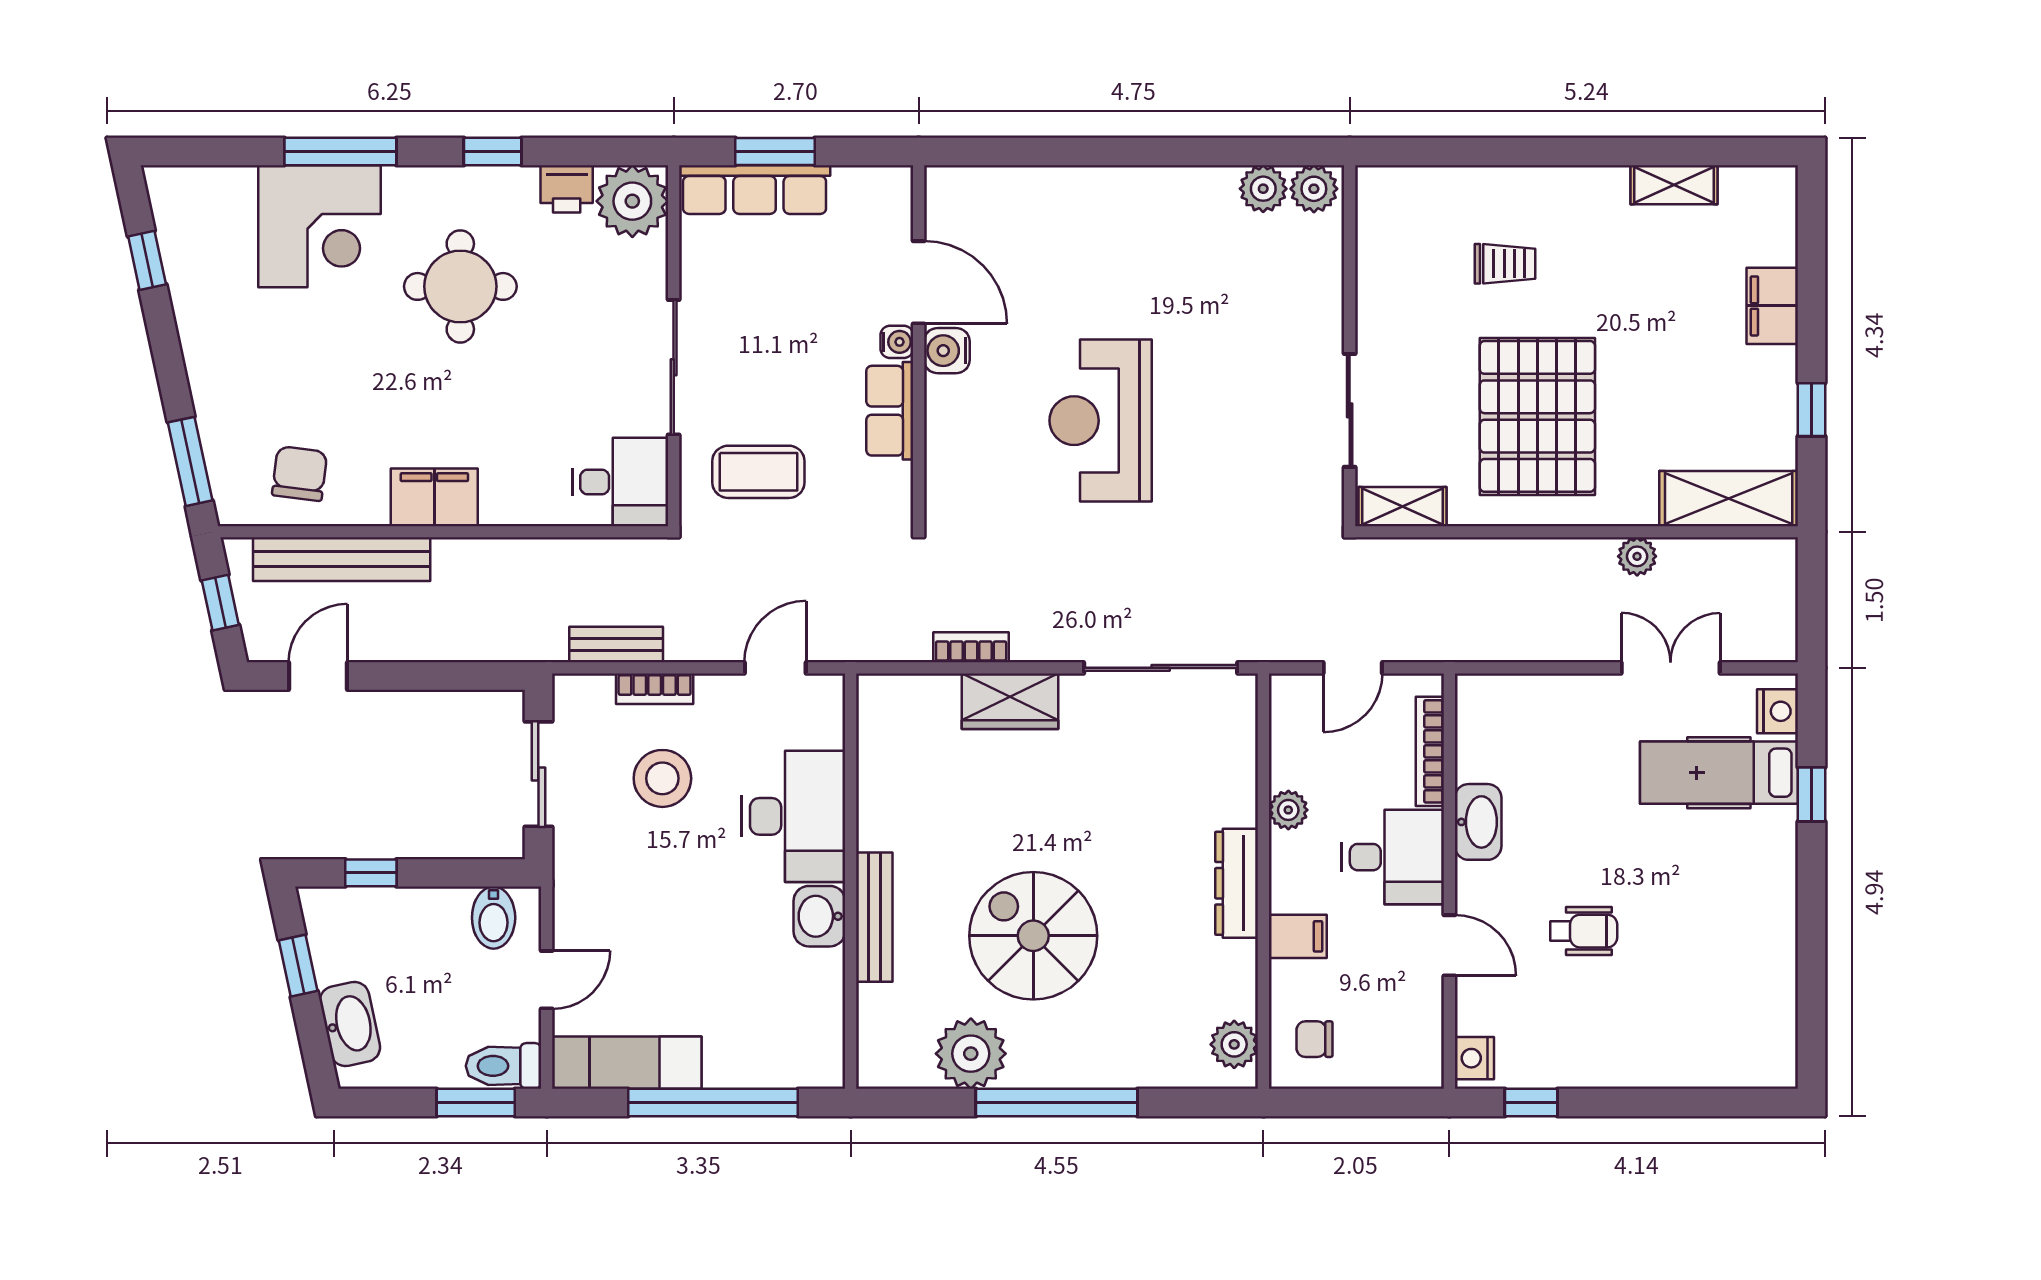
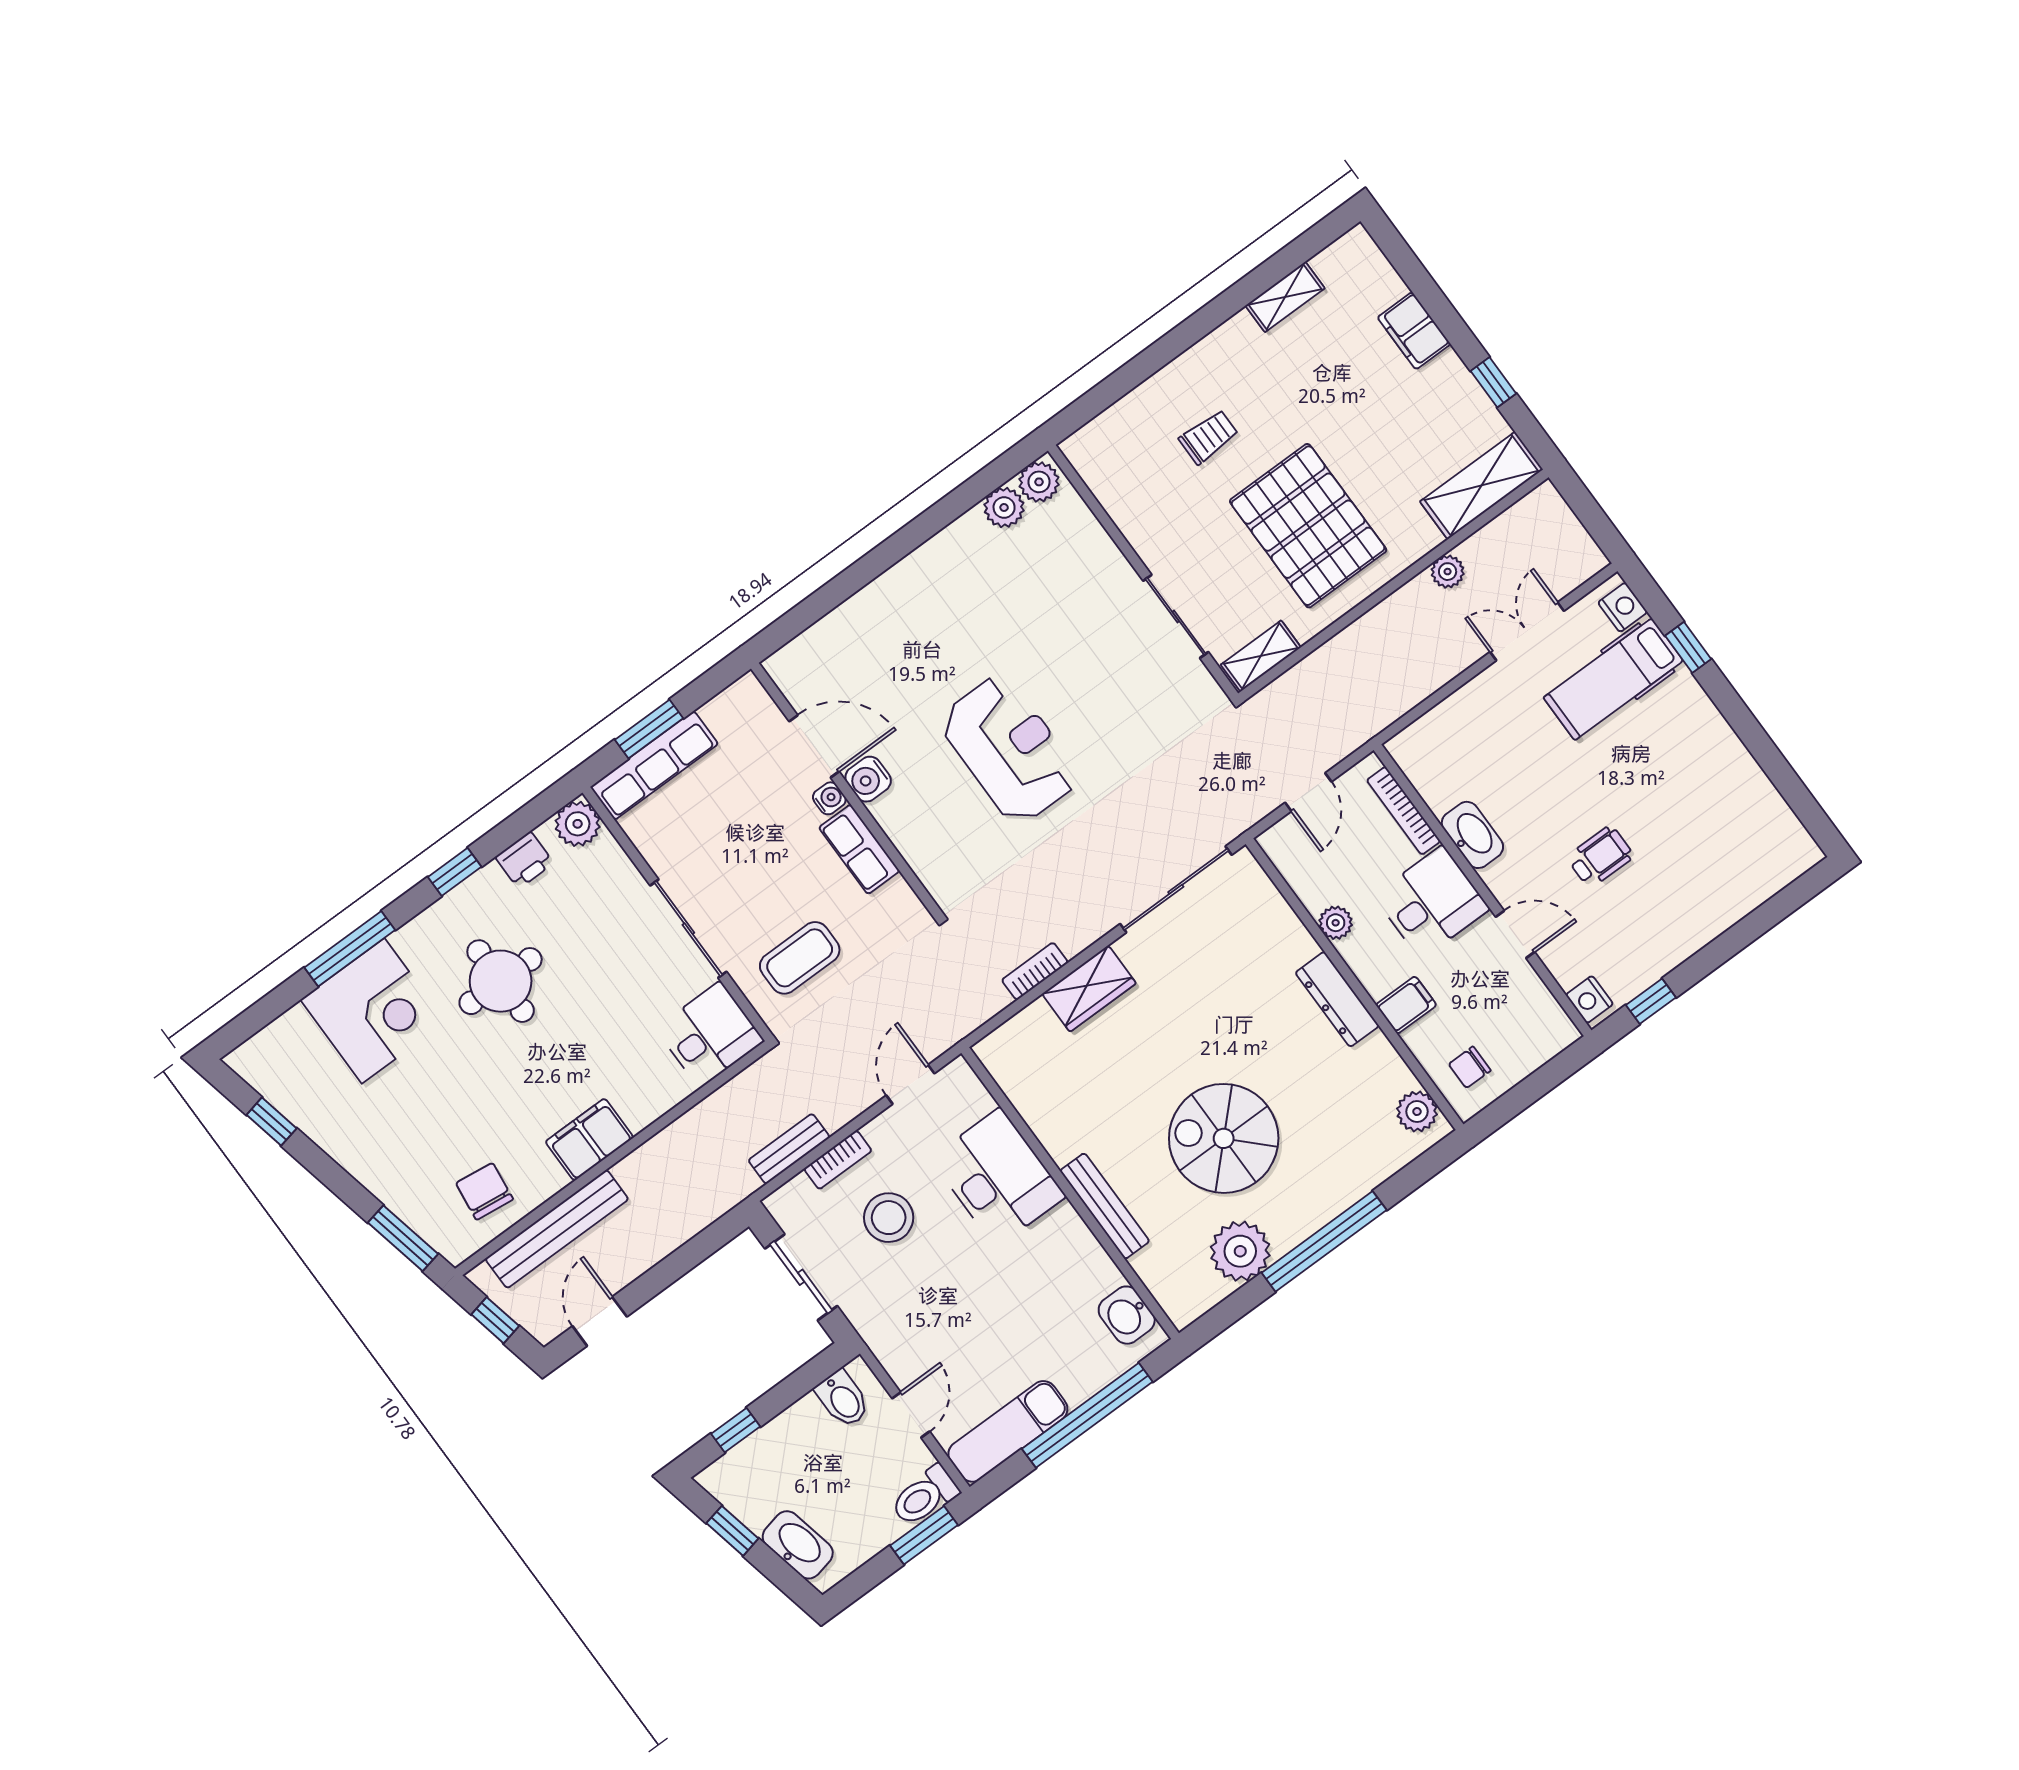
plant: (632, 201) -> (578, 824), width x0.73, depth x0.73
reception desk: (1101, 421) -> (1009, 749), turned 180
washbasin: (819, 916) -> (1127, 1315), moved

